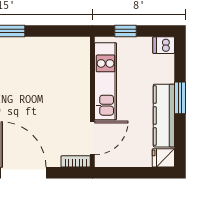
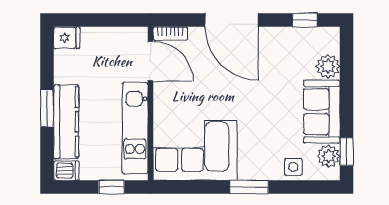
corner sofa: (55, 62) -> (195, 150), added
kitchen counter: (164, 116) -> (66, 122), moved
door: (92, 138) -> (150, 61), swing flipped

